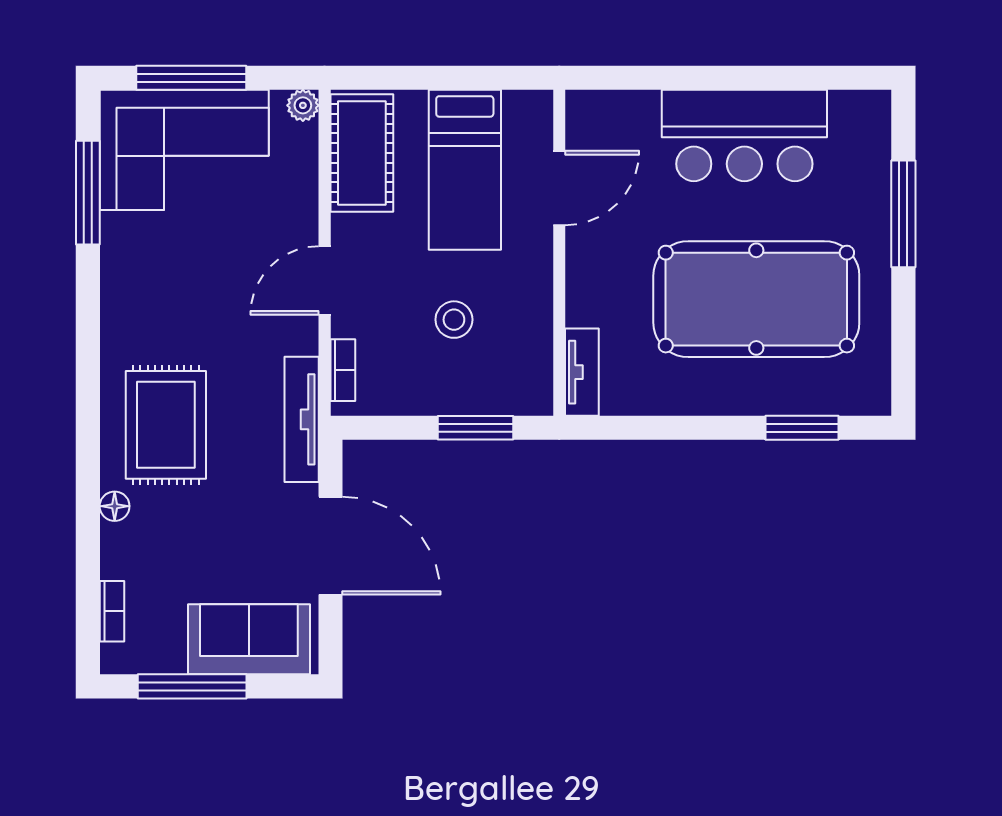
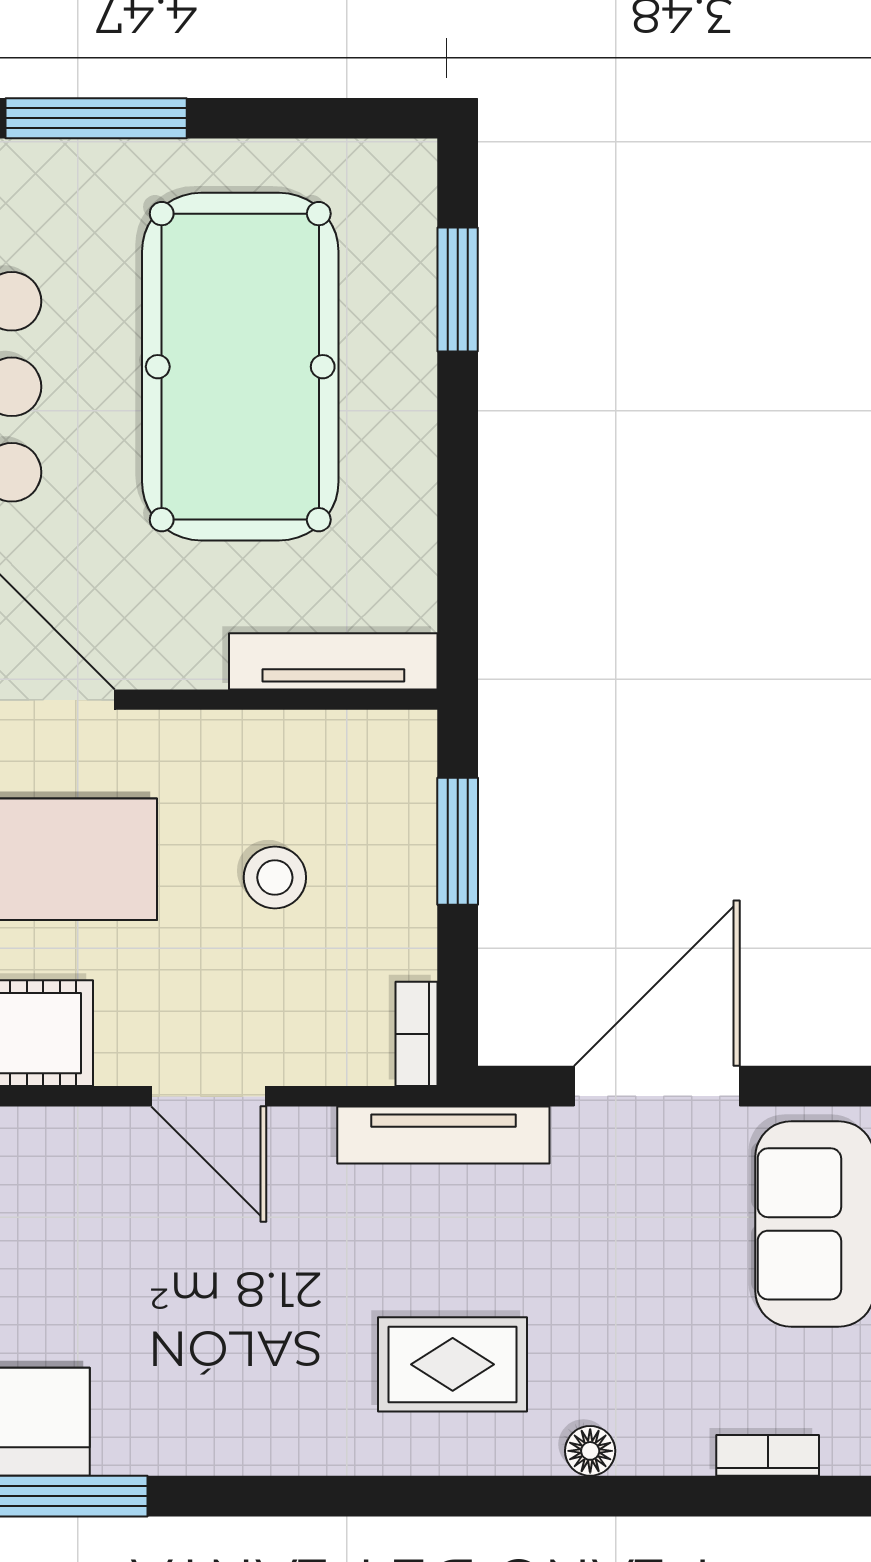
bookcase: (343, 370) -> (417, 1034), moved, turned -90
tv unit: (582, 372) -> (333, 661), width x1.41
rug: (166, 425) -> (453, 1364), width x0.73, depth x0.70

